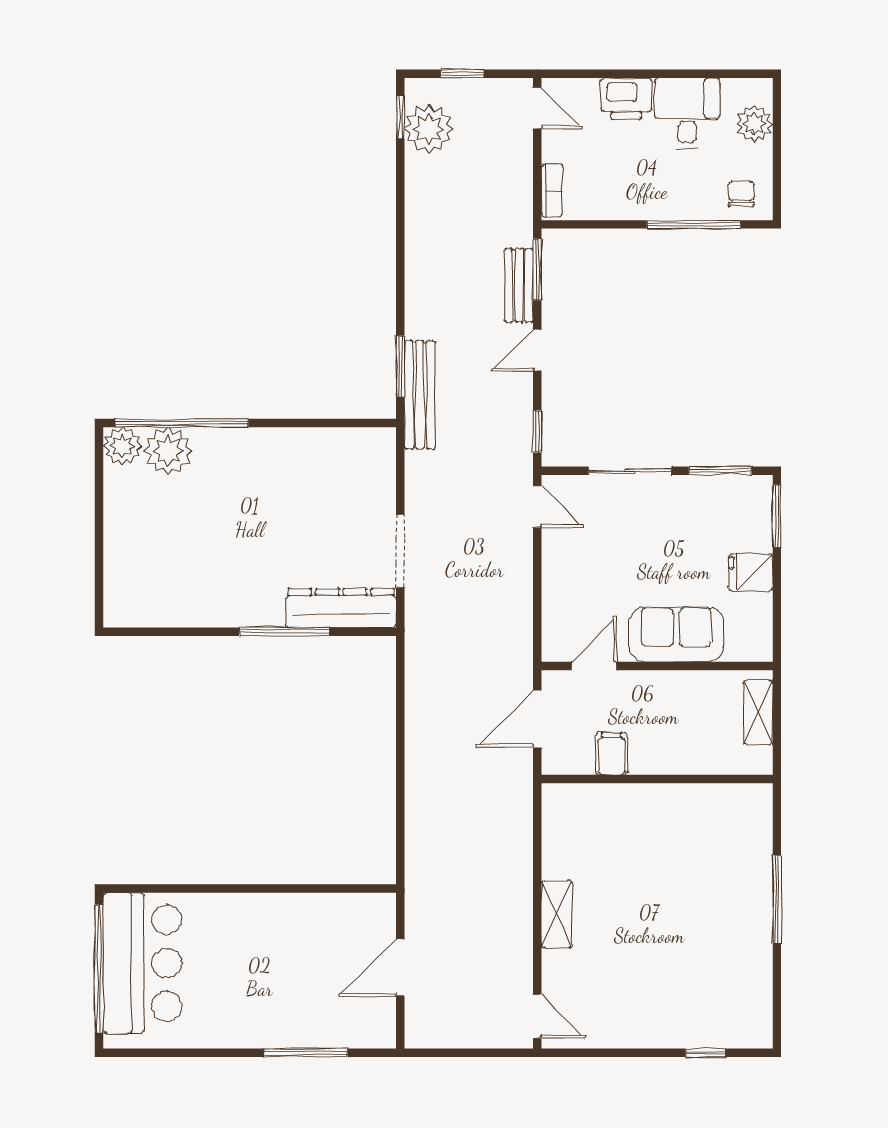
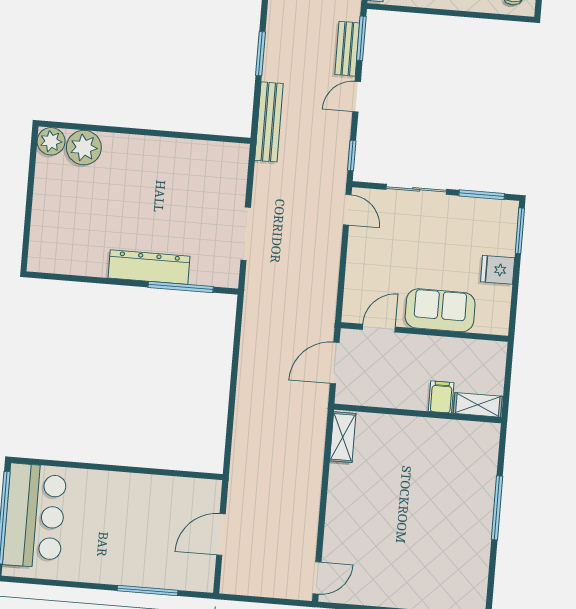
window: (694, 224) -> (477, 15), removed
window: (400, 366) -> (260, 54), moved
window: (182, 423) -> (95, 128), removed
dresser: (341, 608) -> (149, 267), moved
window: (284, 632) -> (181, 287), moved
shelving: (758, 712) -> (478, 405), moved, turned 90
filing cabinet: (612, 754) -> (441, 397), moved
shelving: (557, 914) -> (343, 437), moved
door: (537, 1016) -> (317, 578), hinge flipped

